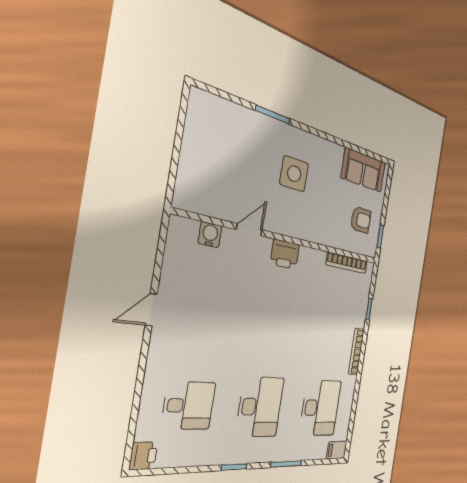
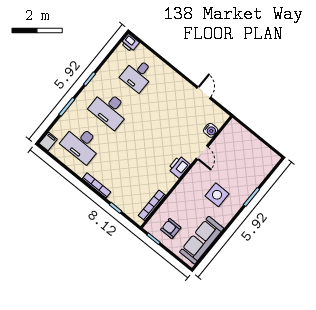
sofa: (363, 170) -> (202, 240), width x1.36
armchair: (361, 220) -> (171, 228), turned 90
door: (151, 310) -> (204, 93), moved

